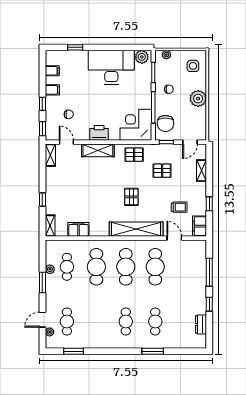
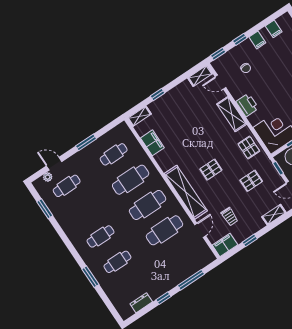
door: (66, 142) -> (220, 82), swing flipped
pallet: (162, 171) -> (251, 181), turned 90
plant: (50, 269) -> (102, 141), removed

